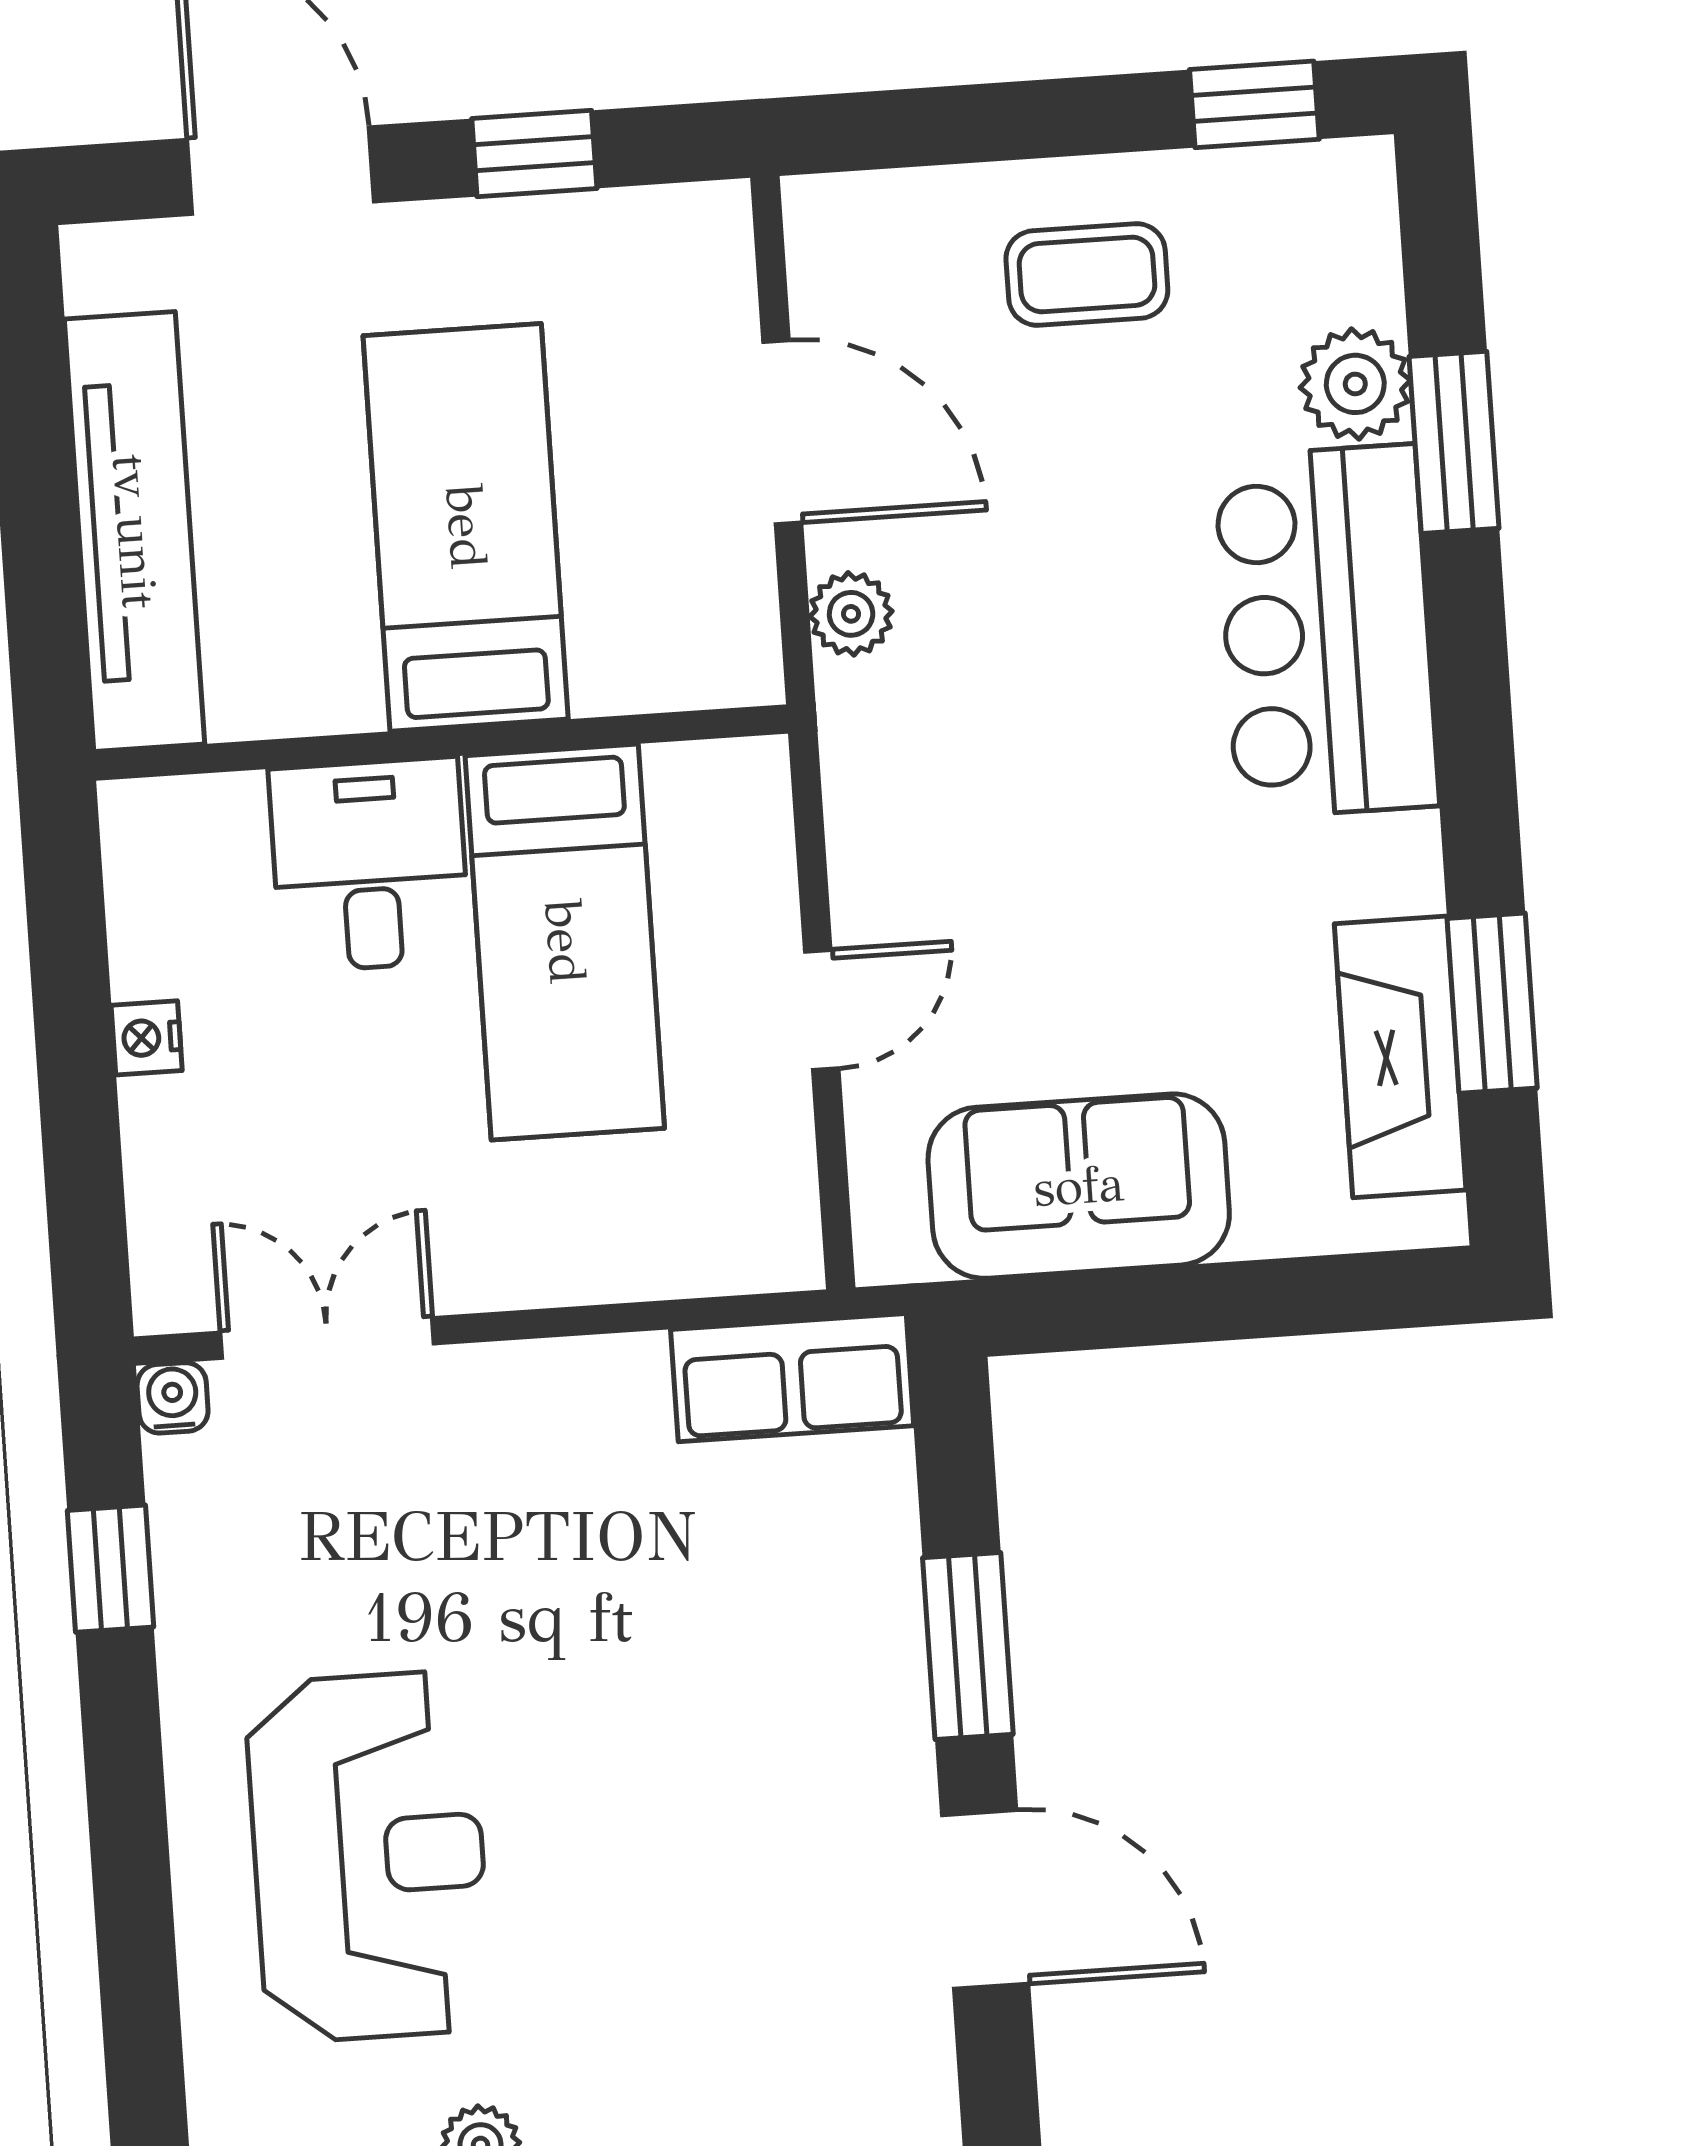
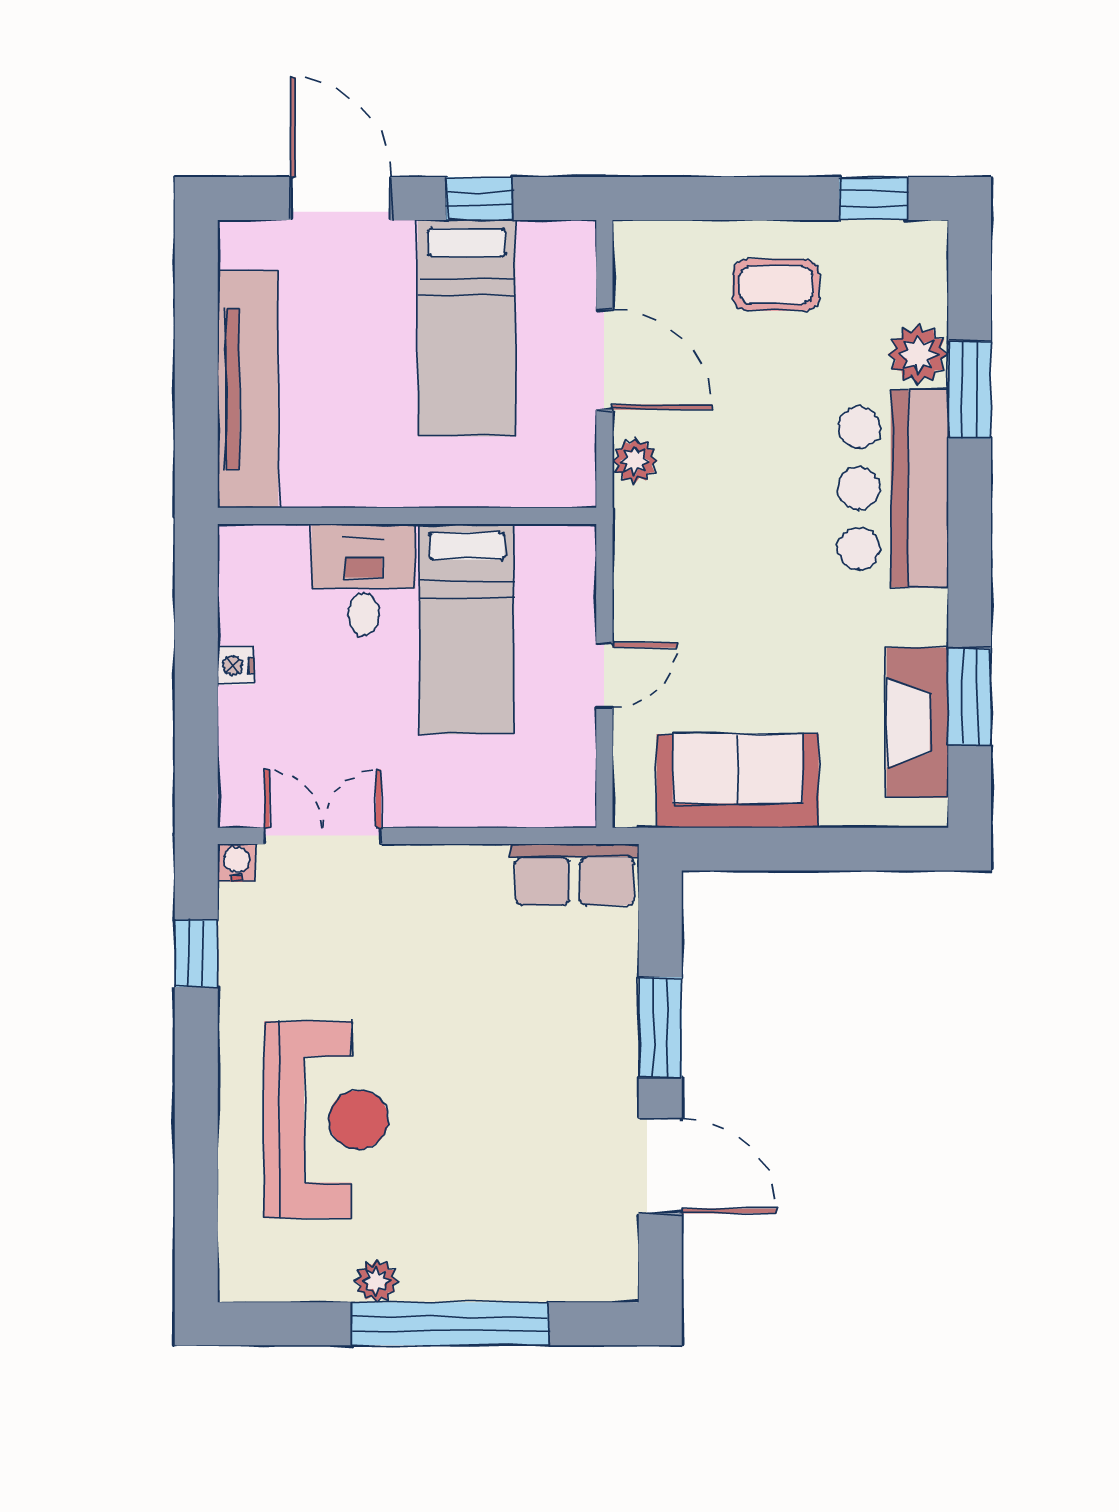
bed: (466, 527) -> (467, 328), moved, turned 180

